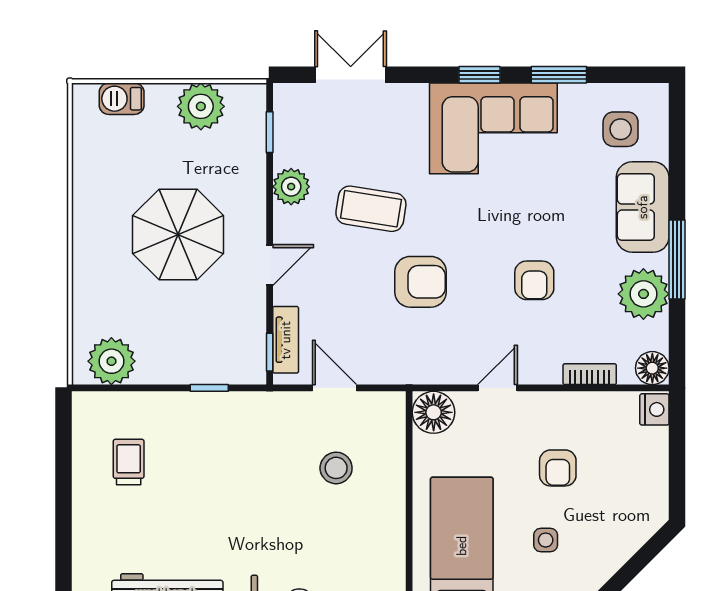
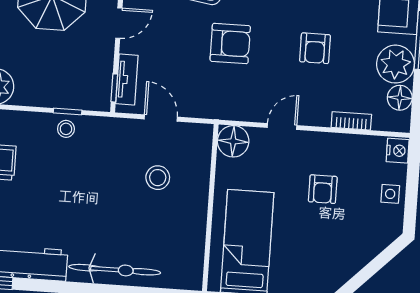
floor lamp: (652, 368) -> (400, 98), moved
stool: (209, 411) -> (66, 129), added
side table: (546, 540) -> (390, 194), moved

